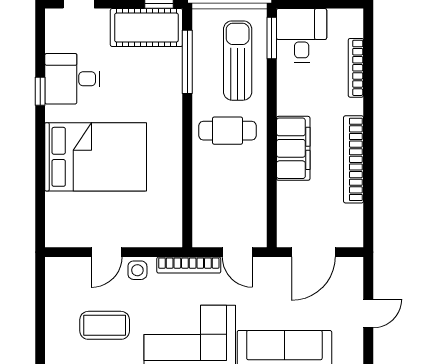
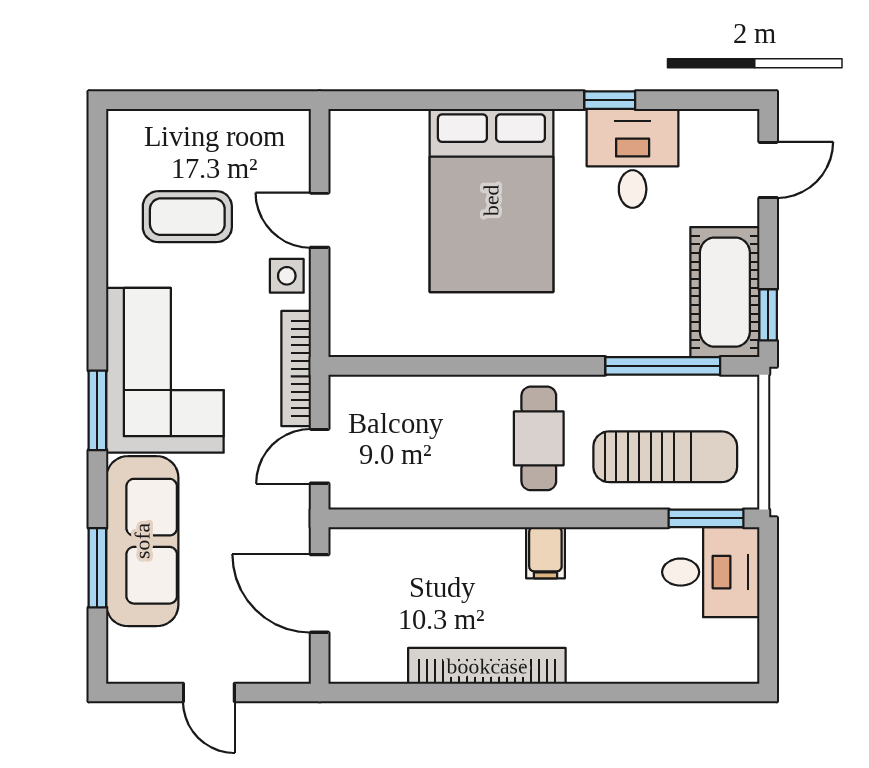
bookcase: (356, 68) -> (652, 670), removed
filing cabinet: (293, 148) -> (545, 553), width x0.33, depth x0.86
coffee table: (105, 325) -> (187, 217), turned 90

